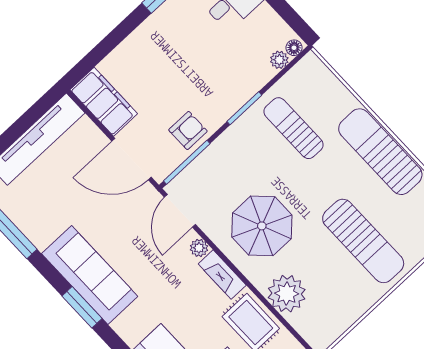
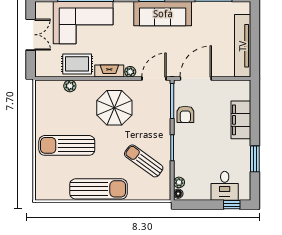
filing cabinet: (104, 102) -> (241, 120), moved, turned 90
sun lounger: (294, 128) -> (144, 161), turned -144
door: (180, 211) -> (154, 79), hinge flipped
plant: (287, 294) -> (70, 86), width x0.53, depth x0.53

